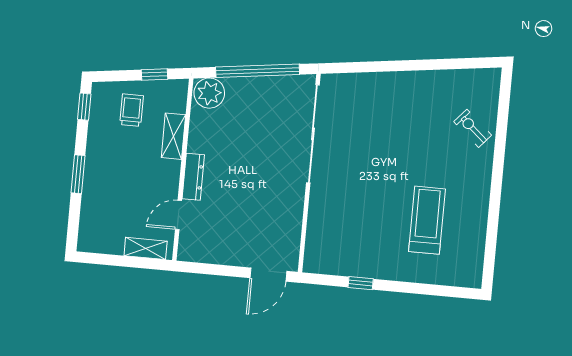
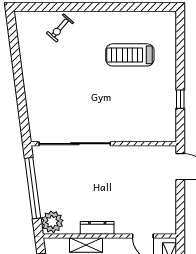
dresser: (193, 177) -> (97, 228), moved

